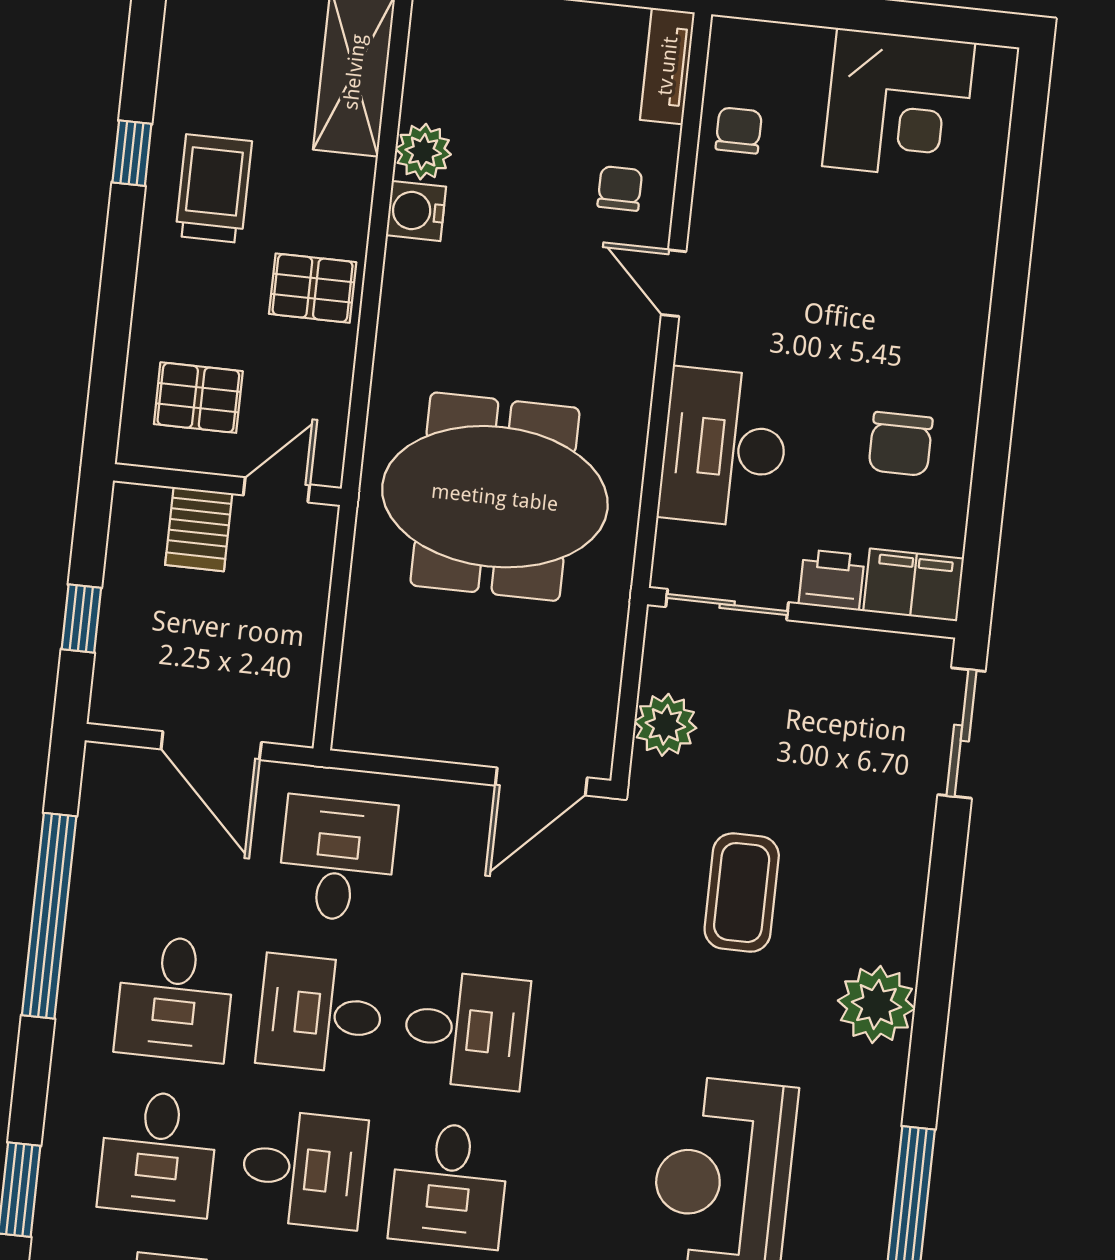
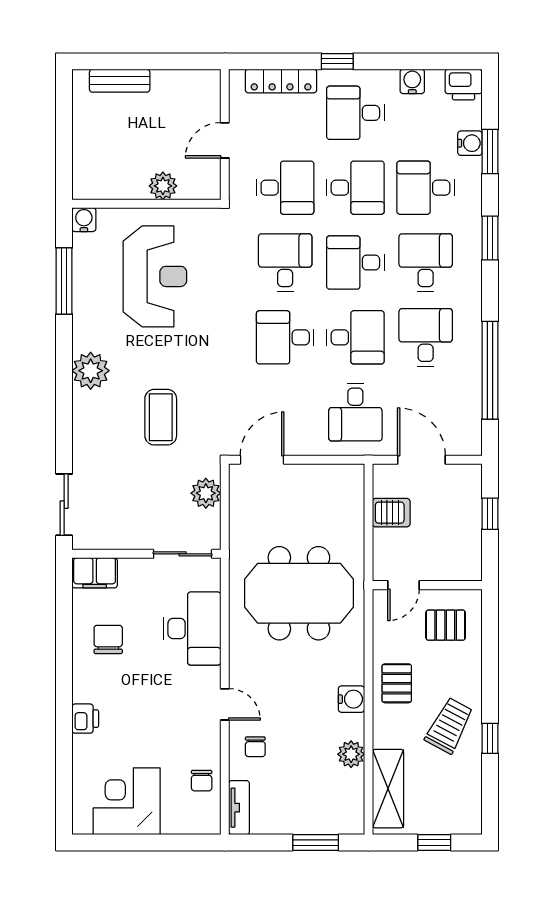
trolley: (214, 189) -> (449, 726), turned -152
water cooler: (416, 211) -> (351, 699), moved
pallet: (313, 288) -> (397, 683), turned 90
server rack: (199, 529) -> (391, 513), moved, turned 90
printer: (832, 580) -> (85, 719), moved, turned -90

